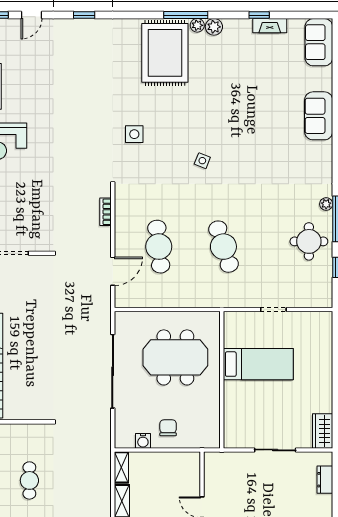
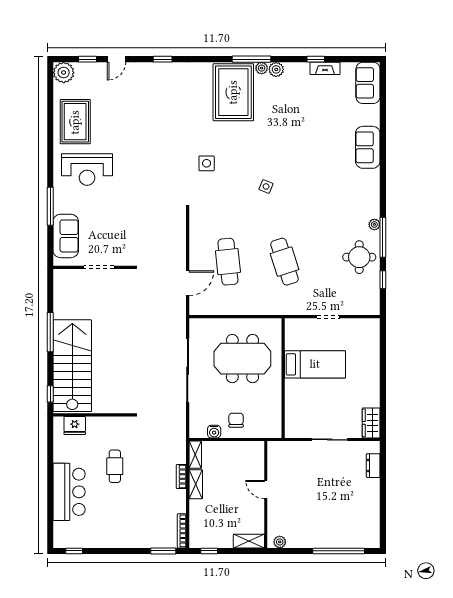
bookcase: (105, 212) -> (181, 477), moved

